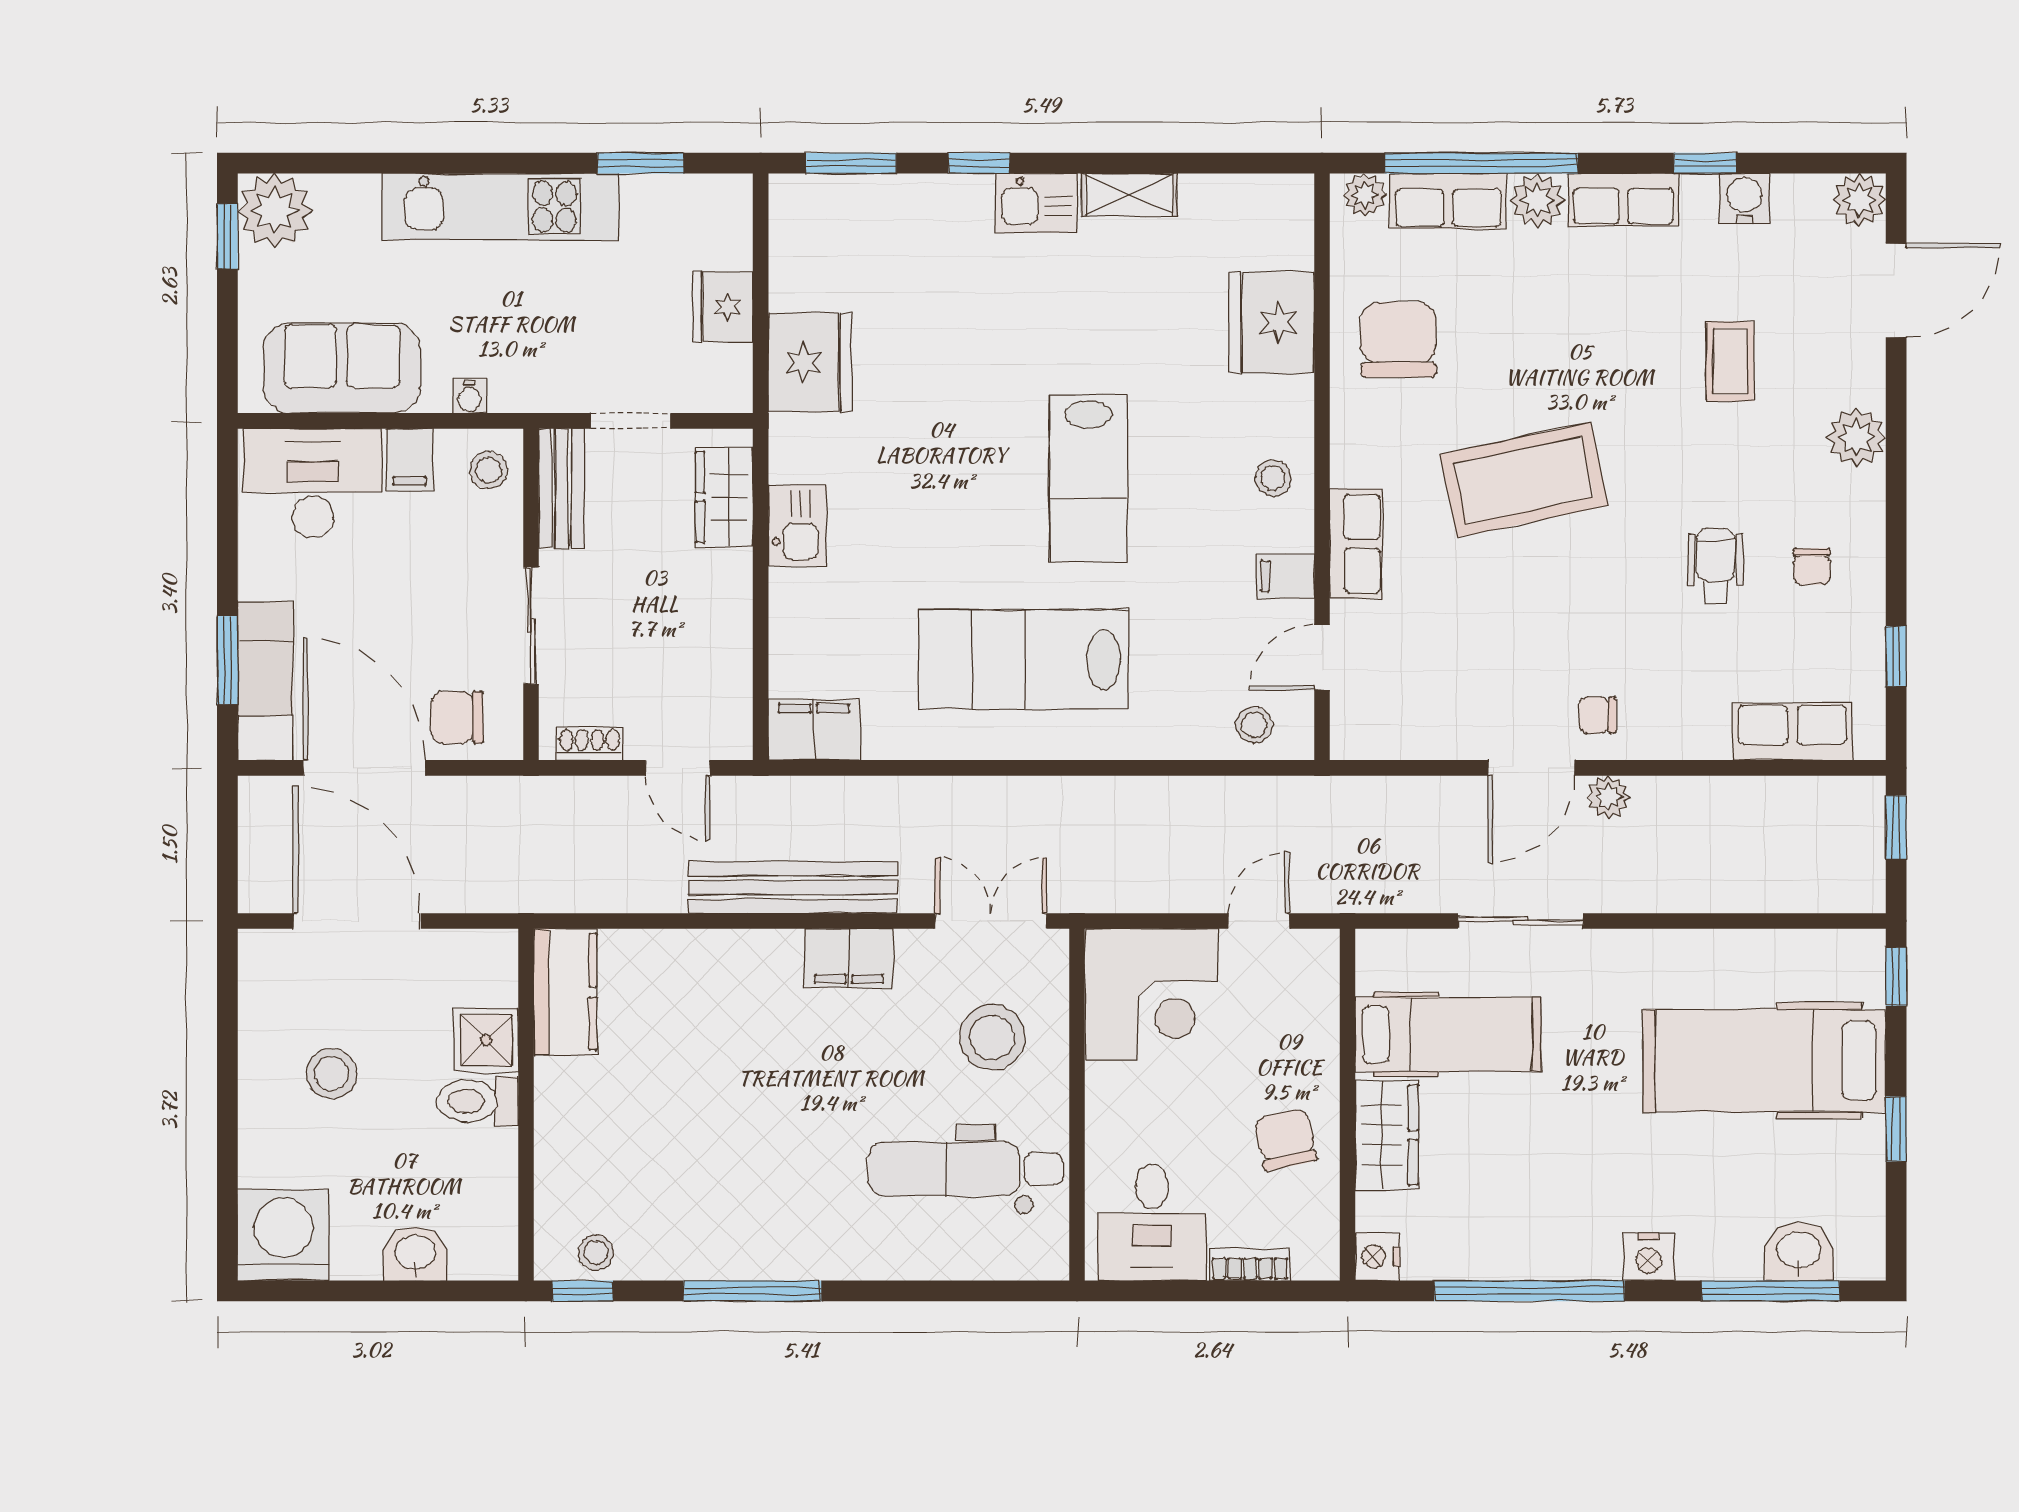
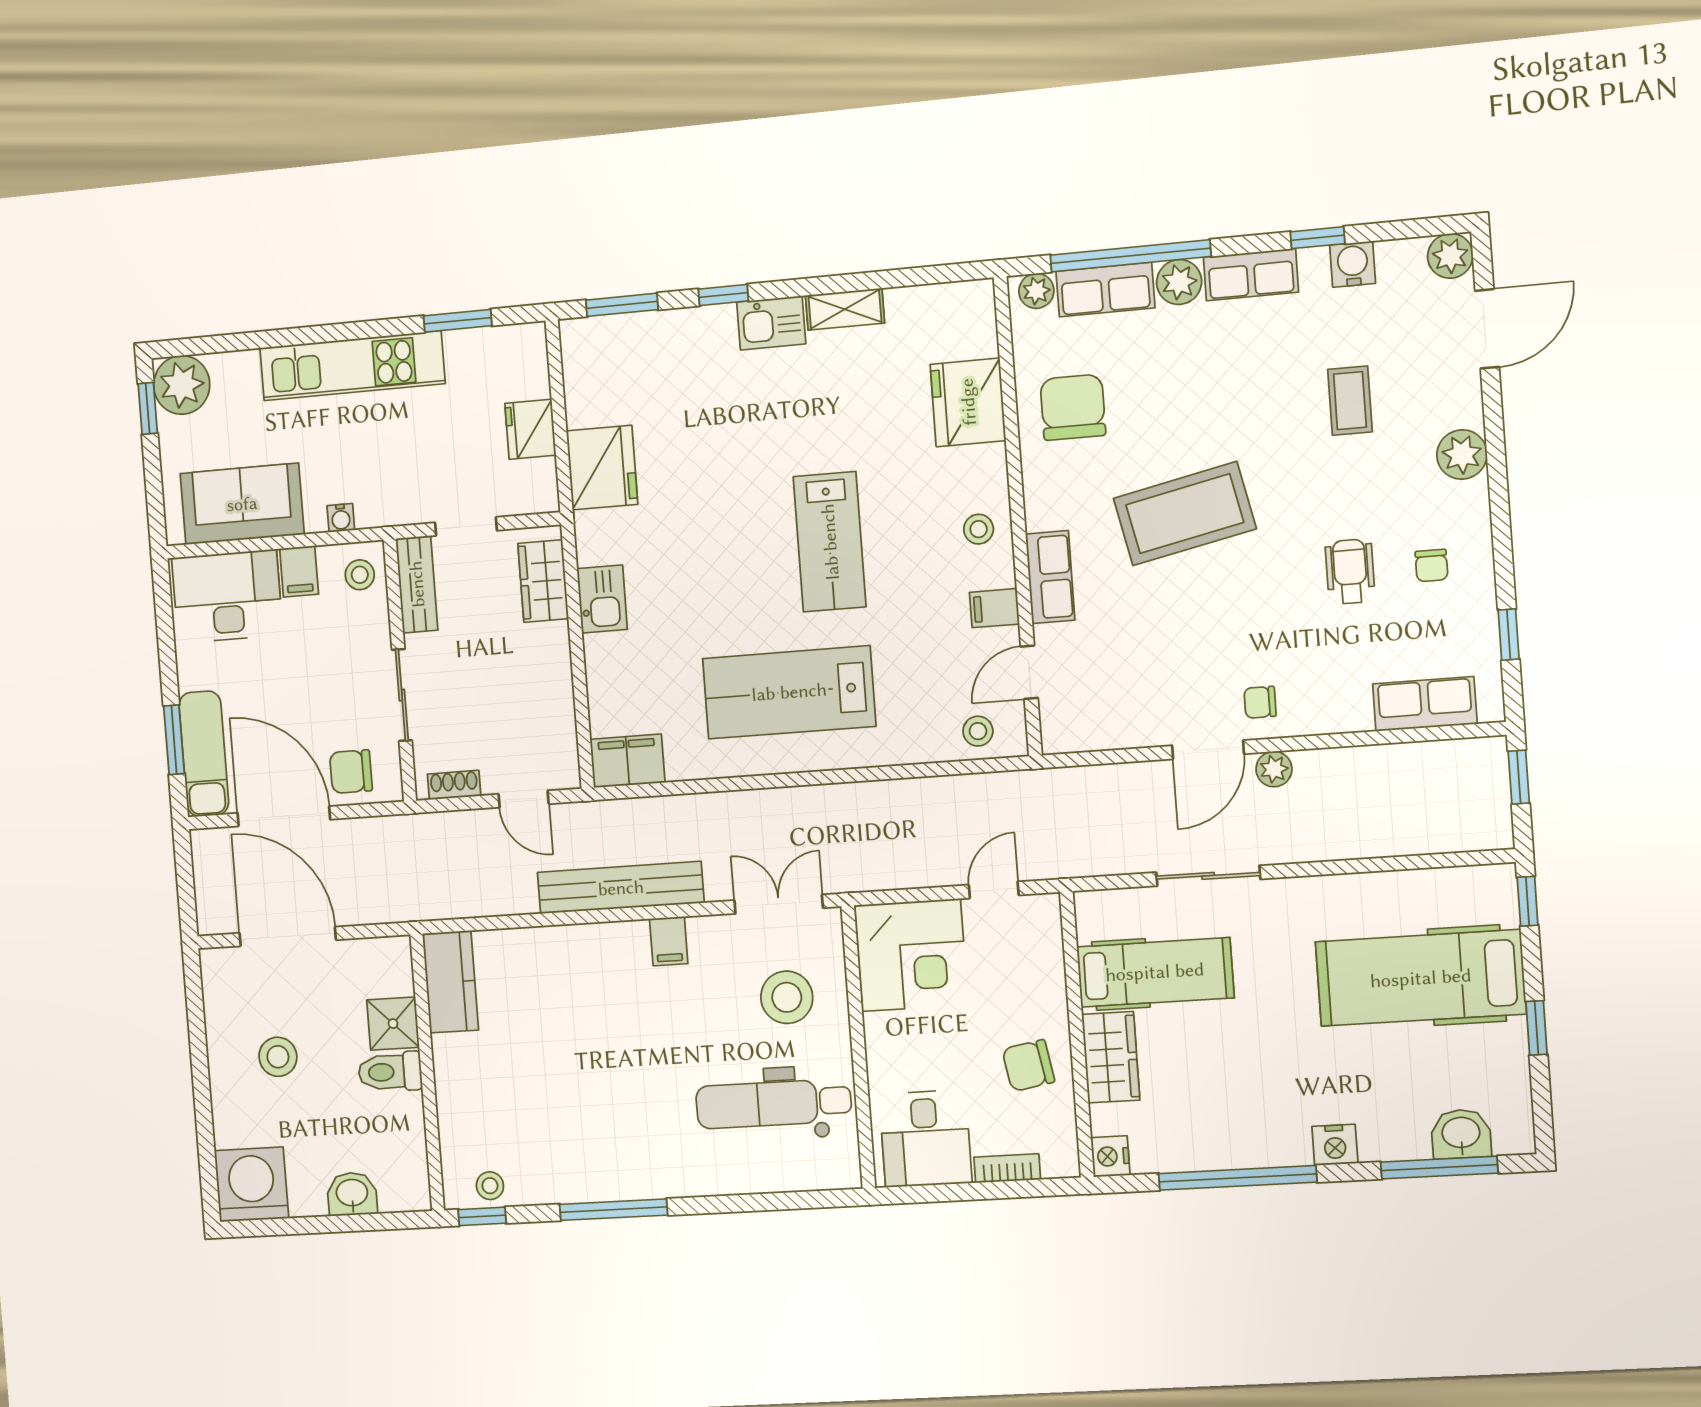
filing cabinet: (849, 958) -> (669, 941), width x0.50
chair: (1285, 1139) -> (1028, 1066), turned -88

